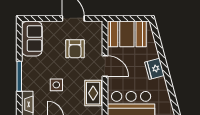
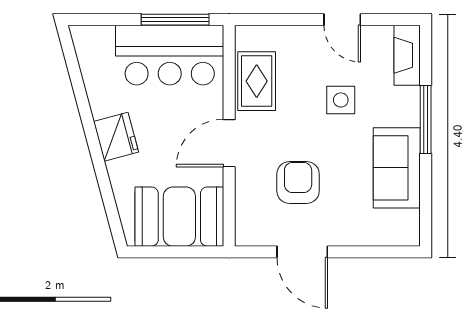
sofa: (32, 39) -> (397, 168), moved
door: (105, 66) -> (229, 143), hinge flipped

